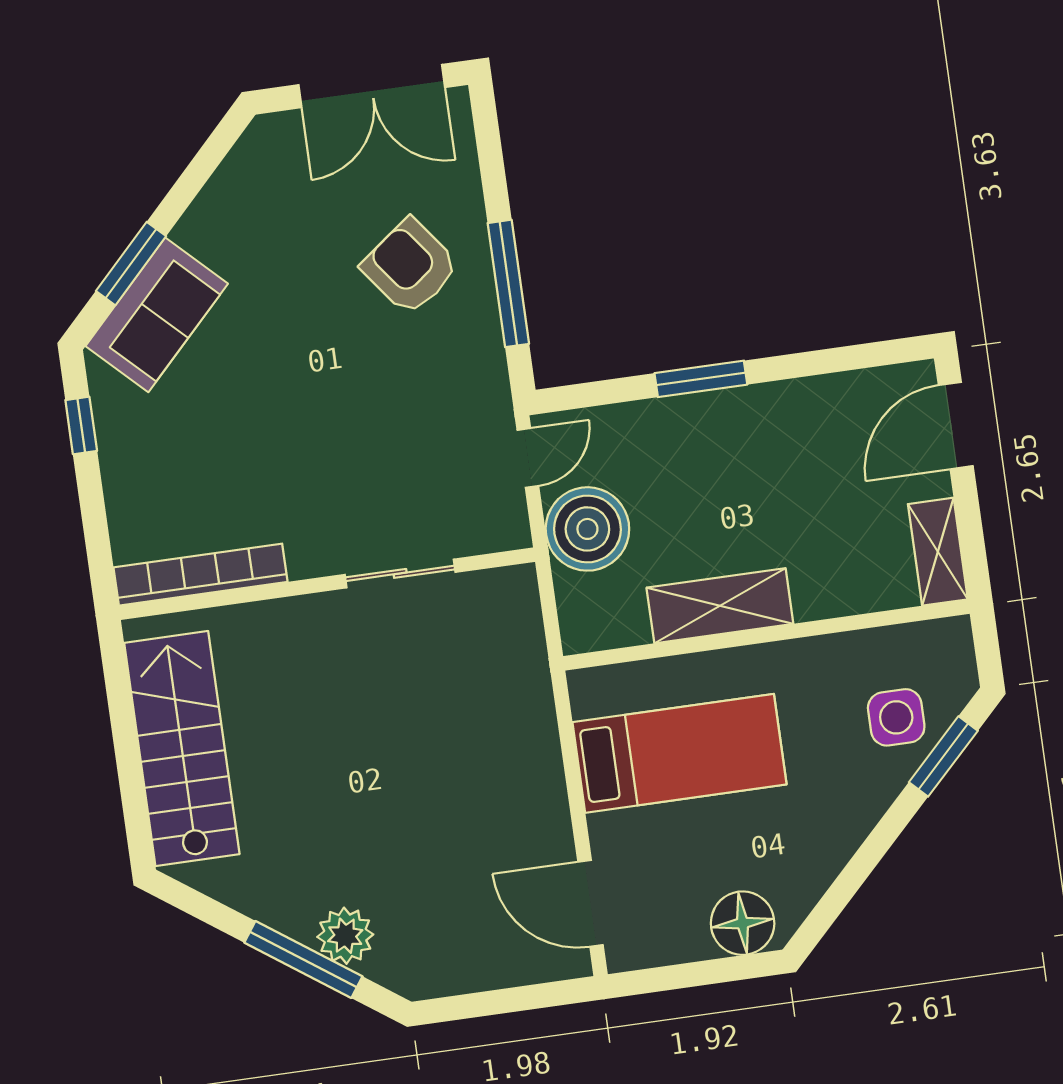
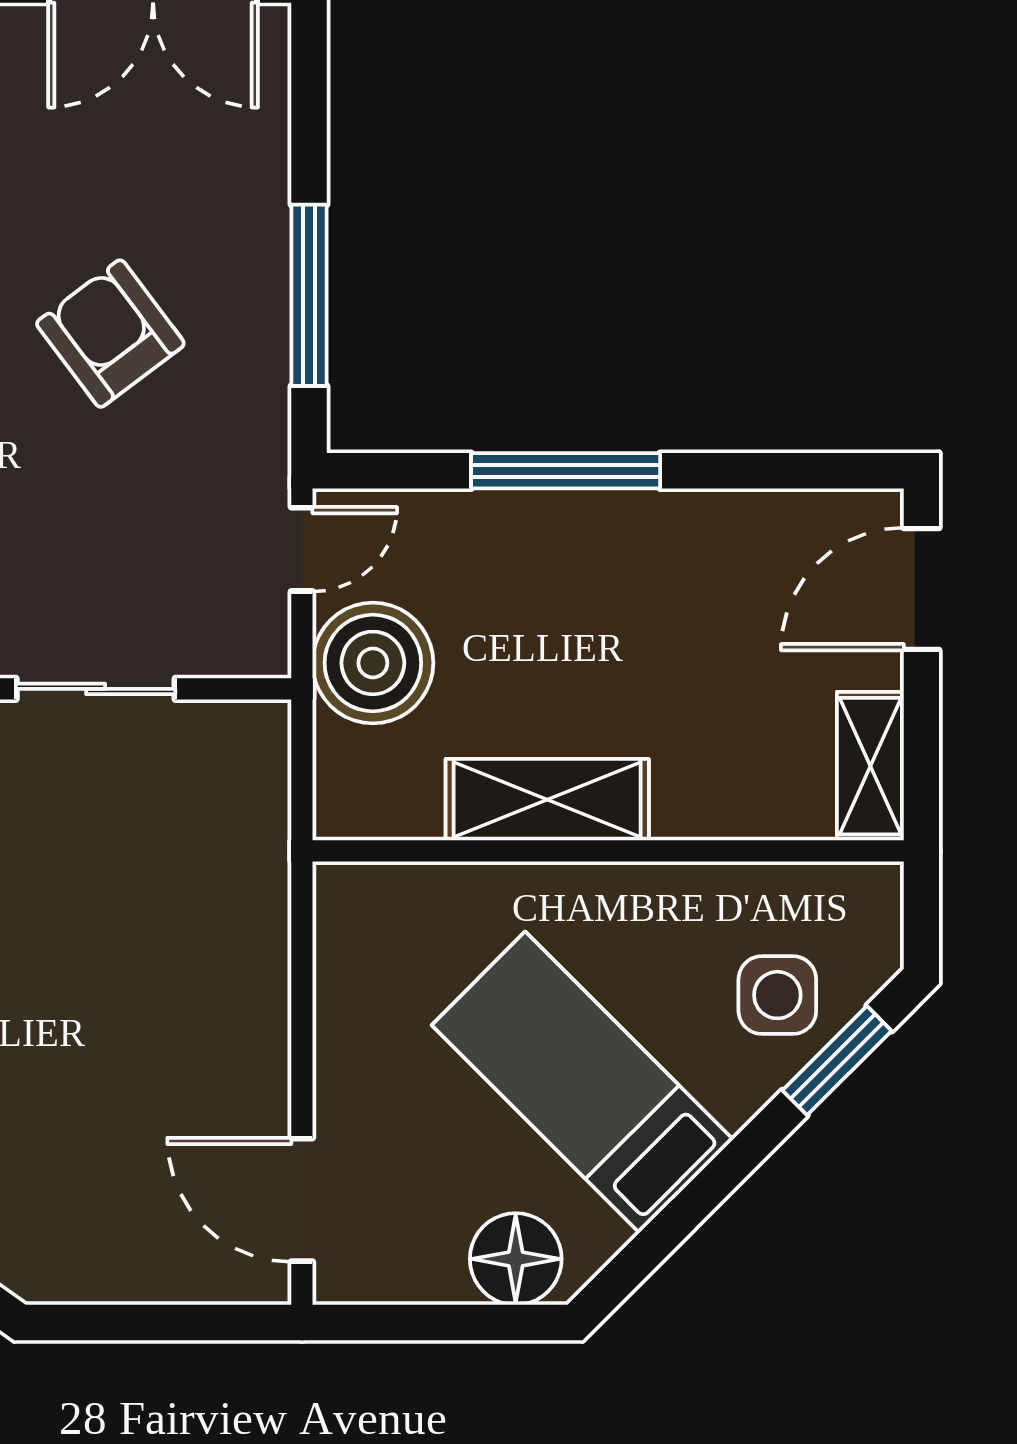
armchair: (410, 267) -> (110, 334), moved
window: (701, 379) -> (566, 471), width x1.44
bed: (680, 753) -> (582, 1082), moved, turned -135

